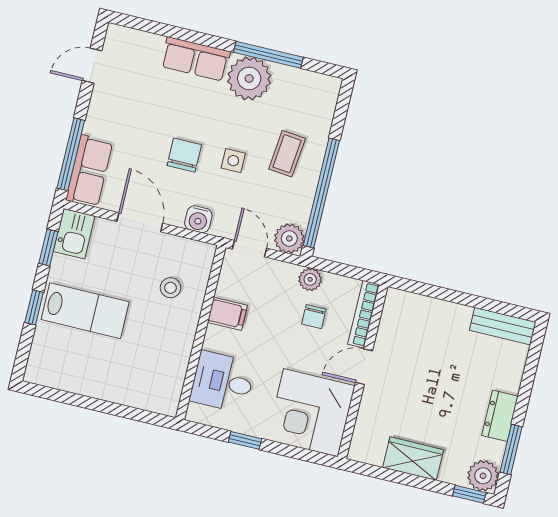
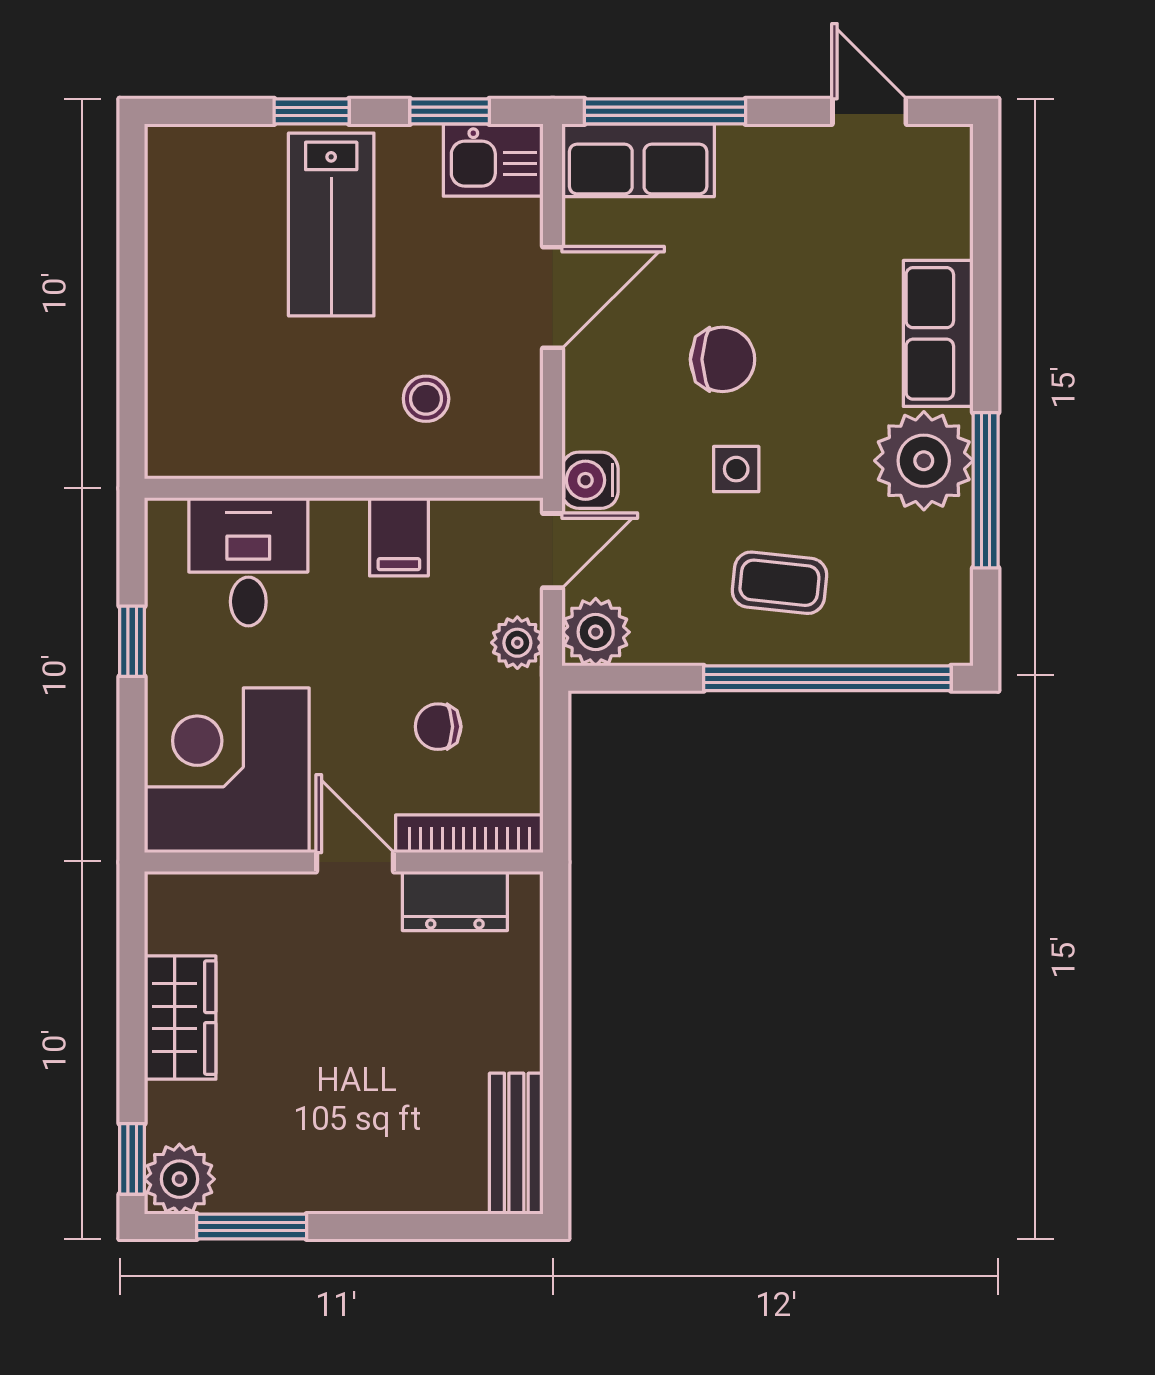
window: (321, 193) -> (827, 678), moved
water cooler: (198, 219) -> (590, 480), moved
plant: (310, 279) -> (517, 643), moved
dresser: (500, 416) -> (455, 901), moved, turned 180

